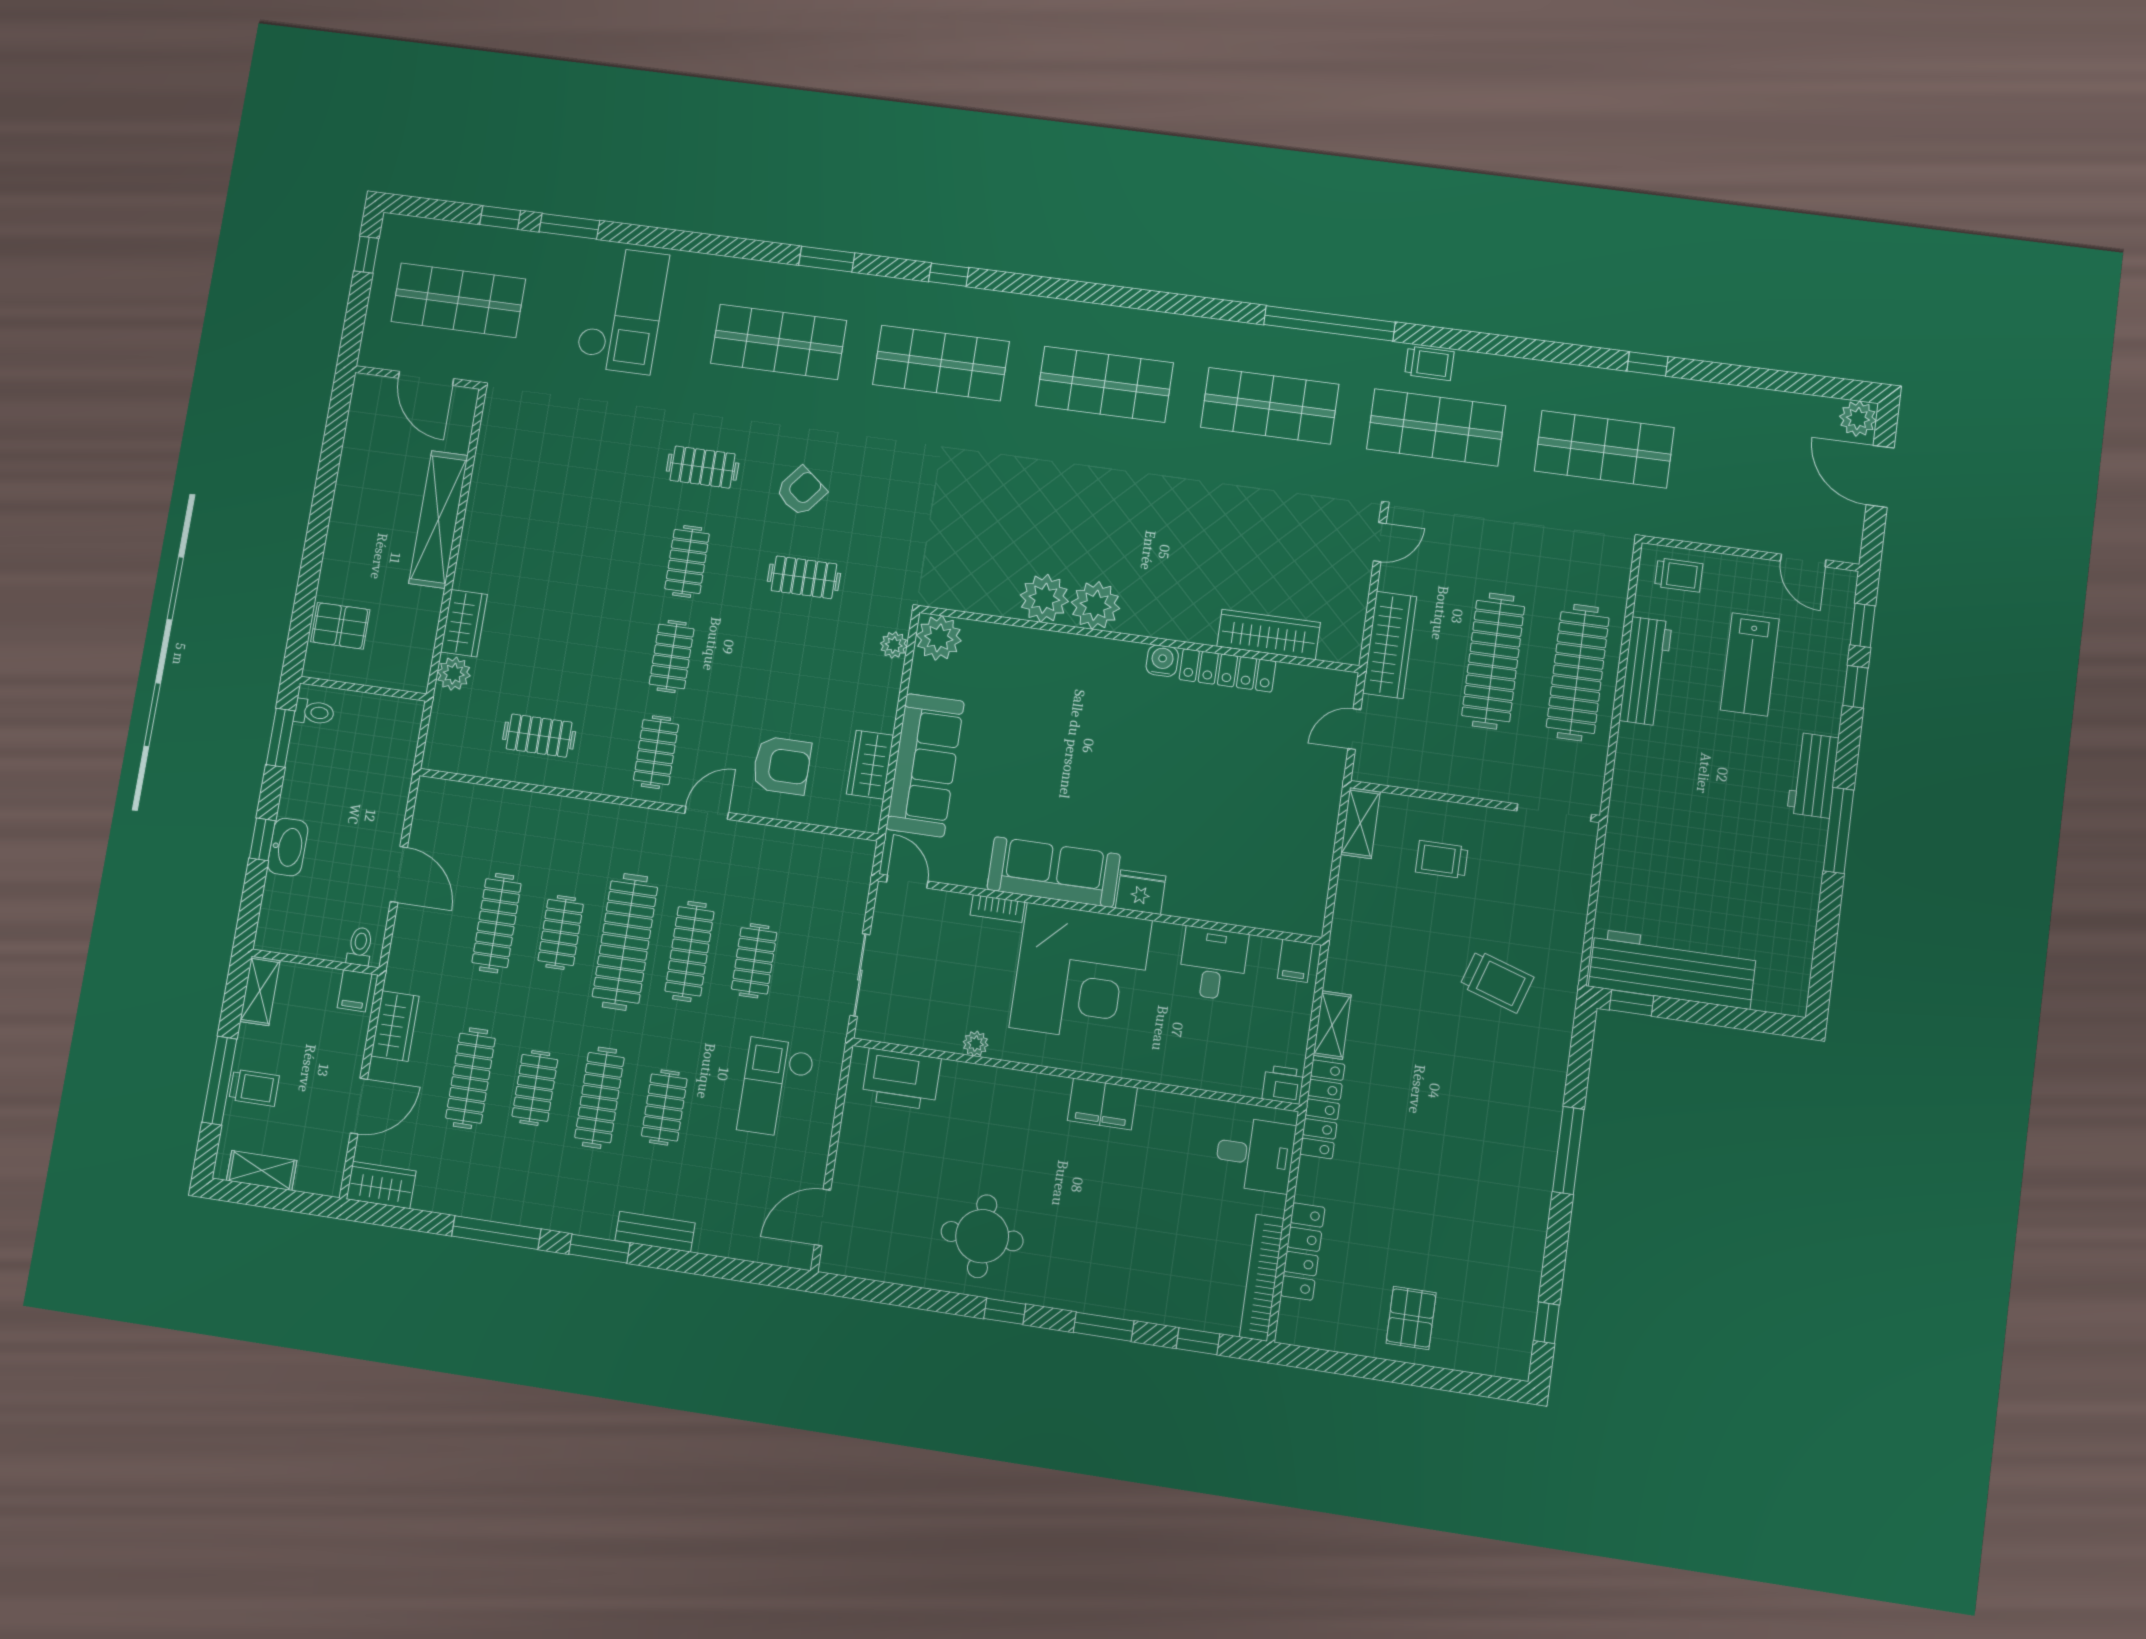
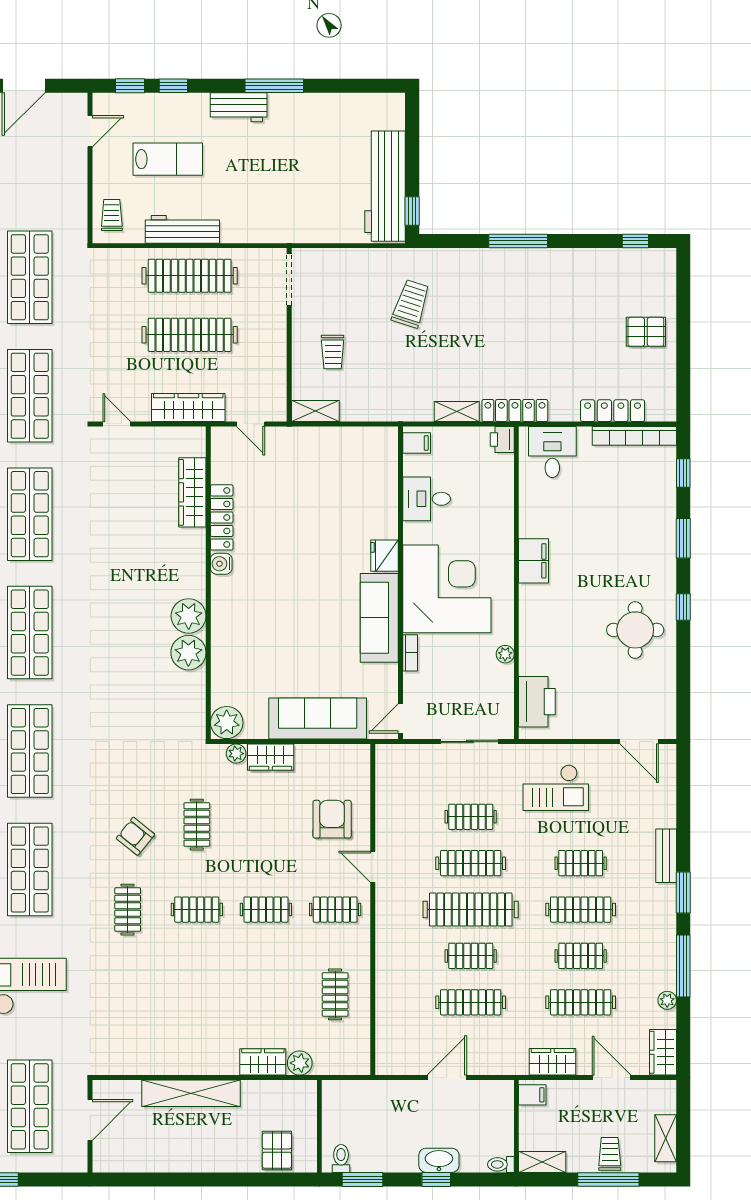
wardrobe: (870, 765) -> (271, 757), moved
toilet: (360, 946) -> (501, 1164), moved
plant: (452, 1202) -> (667, 1000), added

